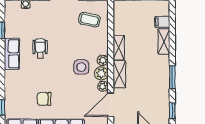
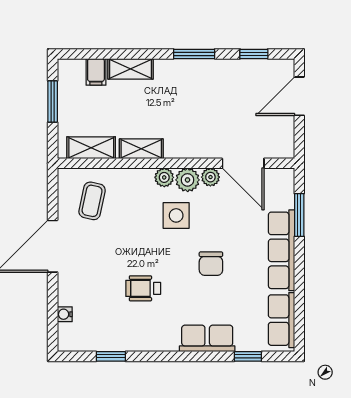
row of seats: (12, 54) -> (207, 338), moved
shelving: (119, 74) -> (91, 148), moved
chair: (44, 99) -> (211, 264), moved

